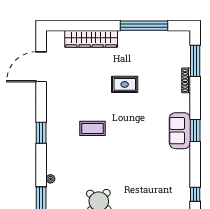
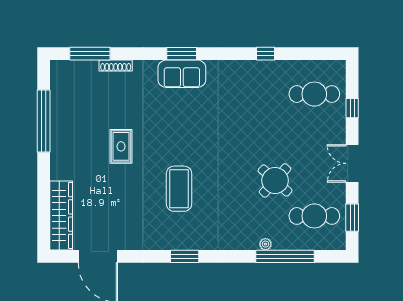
wardrobe: (91, 39) -> (61, 215), moved
coffee table: (93, 128) -> (179, 189), width x1.36, depth x1.32
plant: (50, 179) -> (265, 244), moved

